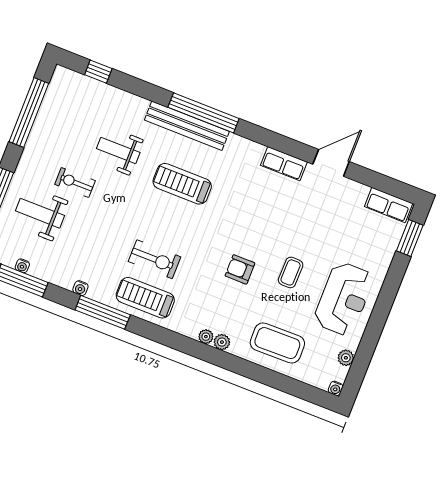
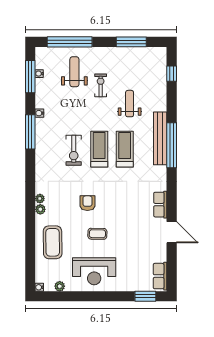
window: (29, 113) -> (131, 42), width x0.68
treadmill: (145, 298) -> (99, 149), moved

